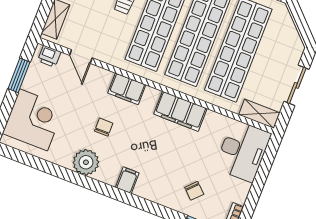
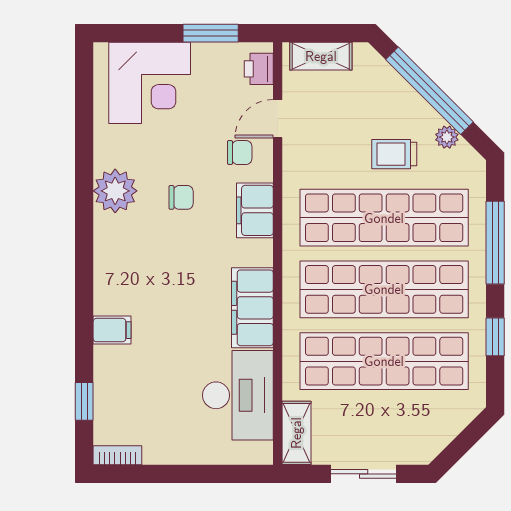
desk: (243, 151) -> (238, 395), moved, turned -90
filing cabinet: (127, 180) -> (112, 330), moved
chair: (194, 191) -> (240, 153), moved, turned -134

